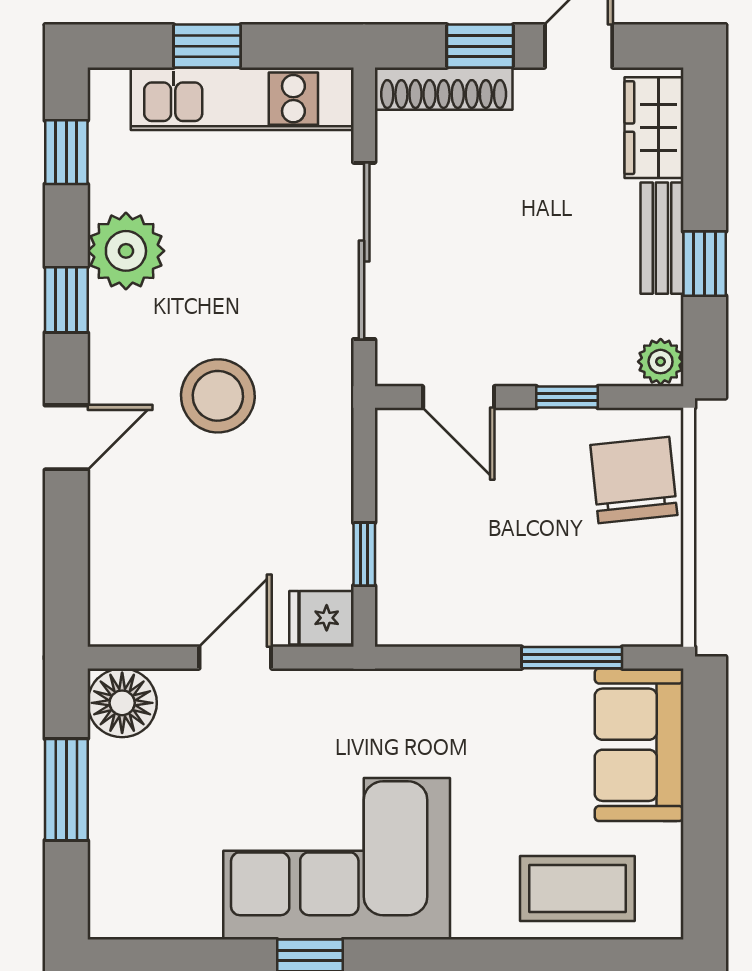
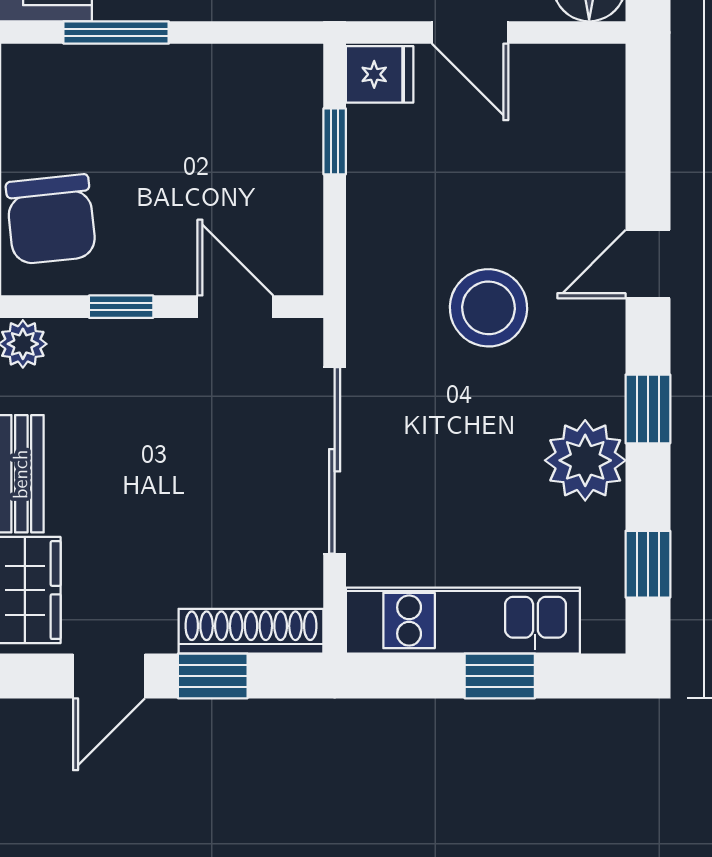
door: (235, 658) -> (470, 32), hinge flipped

